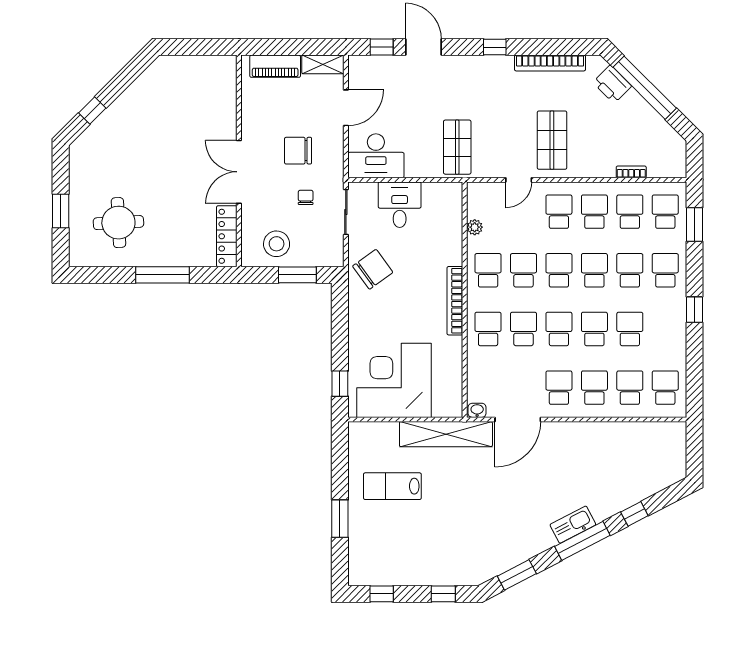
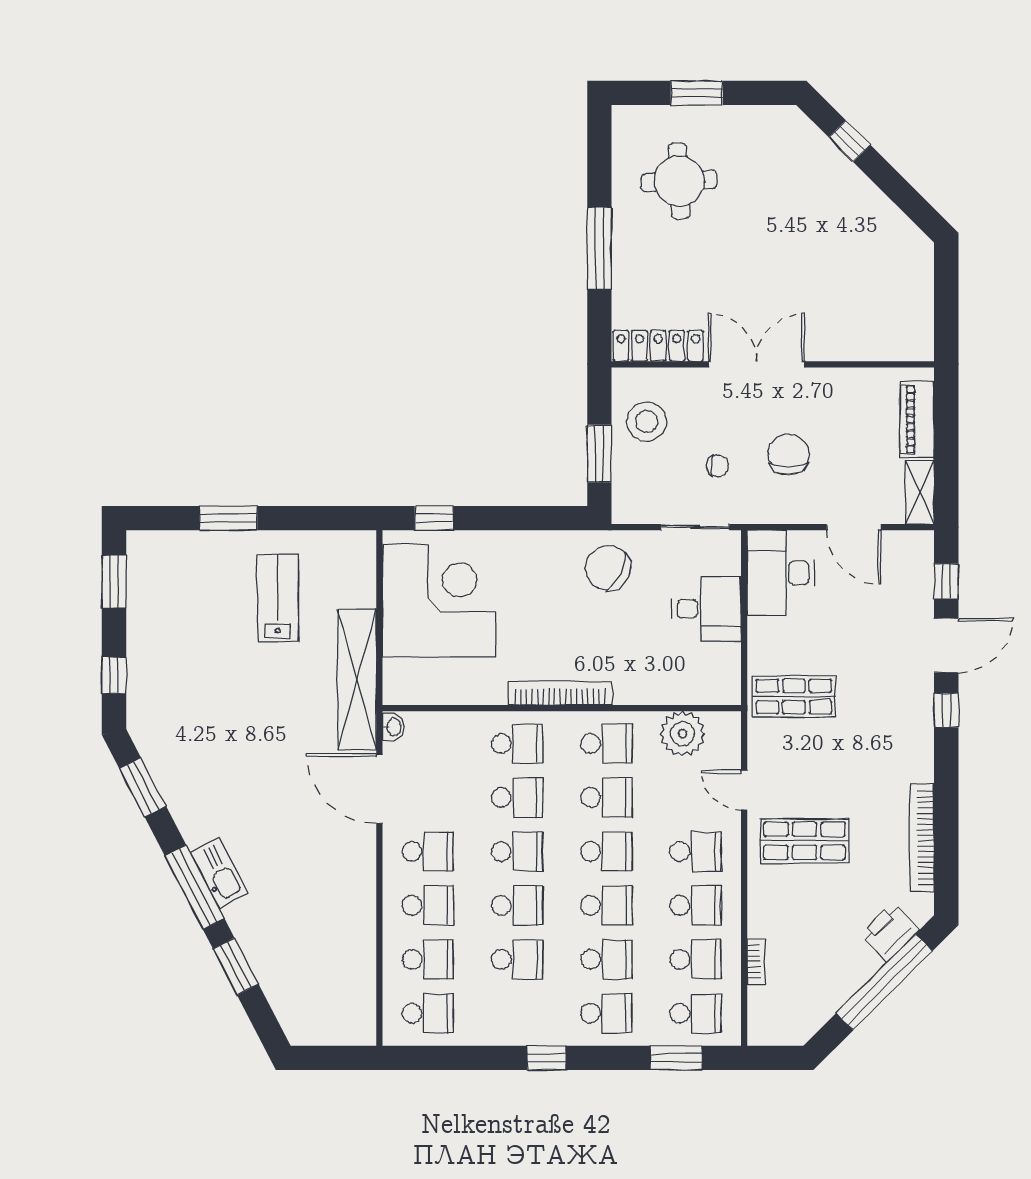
window: (495, 47) -> (946, 710), moved
plant: (475, 227) -> (683, 734), width x1.88, depth x1.88
chair: (373, 269) -> (608, 568), turned 151
window: (634, 514) -> (236, 966), width x1.50
window: (382, 594) -> (114, 582), width x1.50

